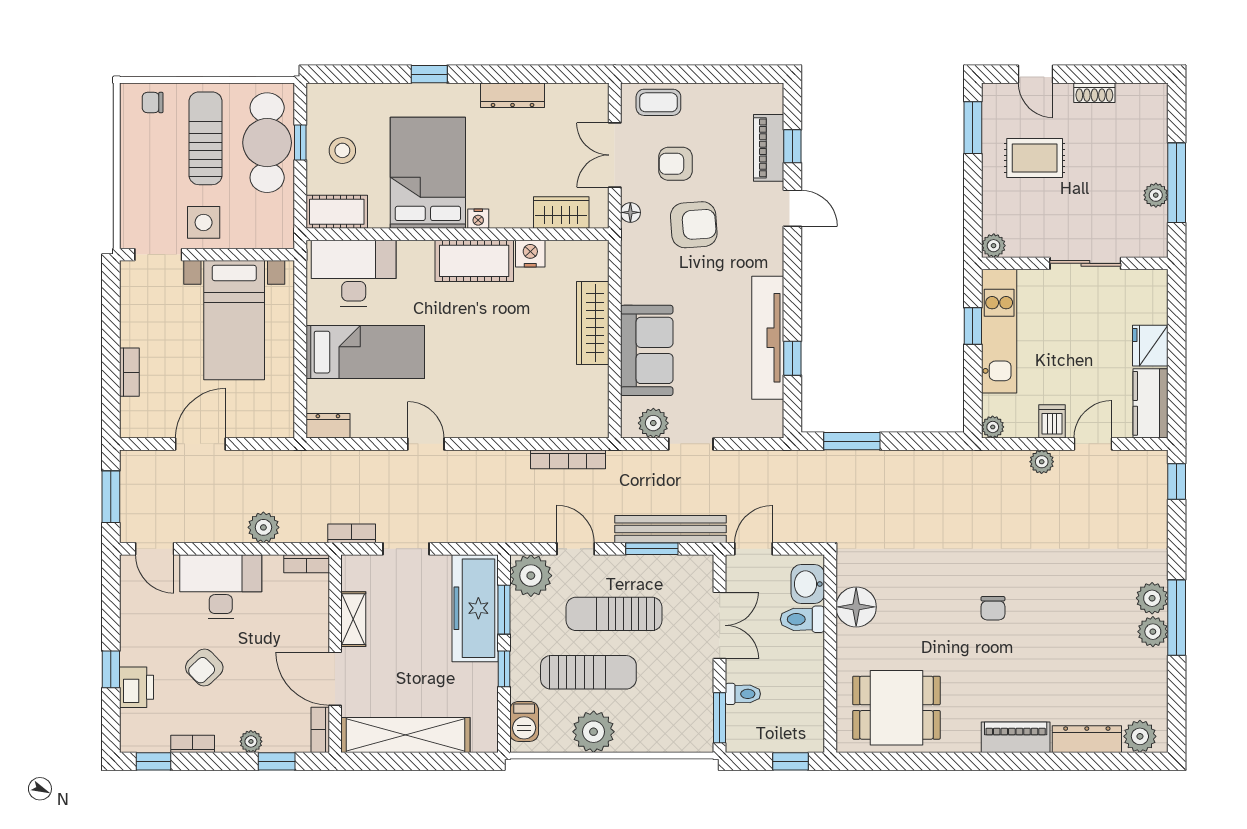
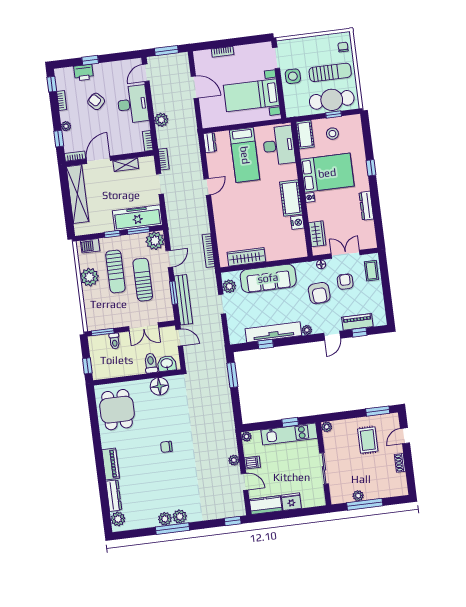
plant: (772, 263) -> (307, 330), added
wardrobe: (593, 323) -> (246, 257), moved
sofa: (647, 350) -> (268, 278), width x1.36

